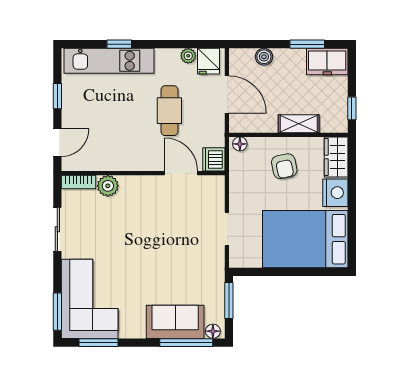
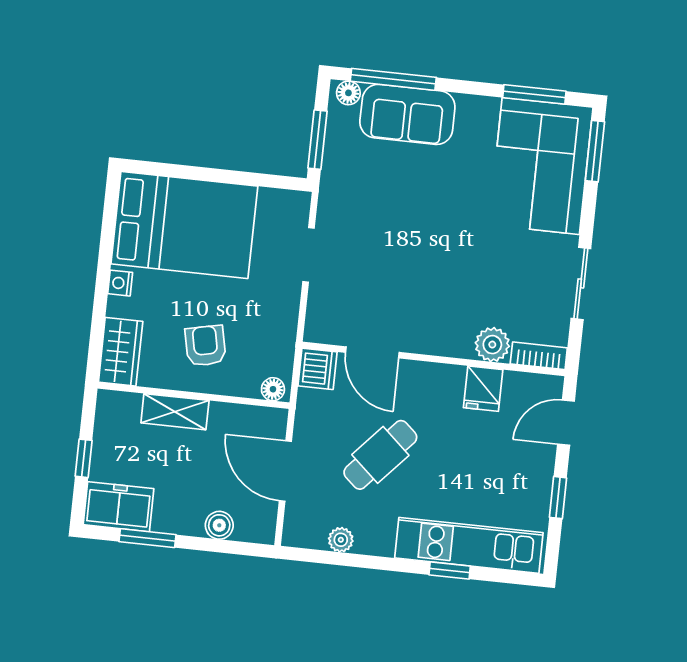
fridge: (208, 61) -> (483, 389), moved, turned 180
window: (352, 108) -> (84, 458), moved
cafe table: (169, 111) -> (380, 455), turned 42
nightstand: (335, 193) -> (120, 283), width x0.53, depth x0.56

